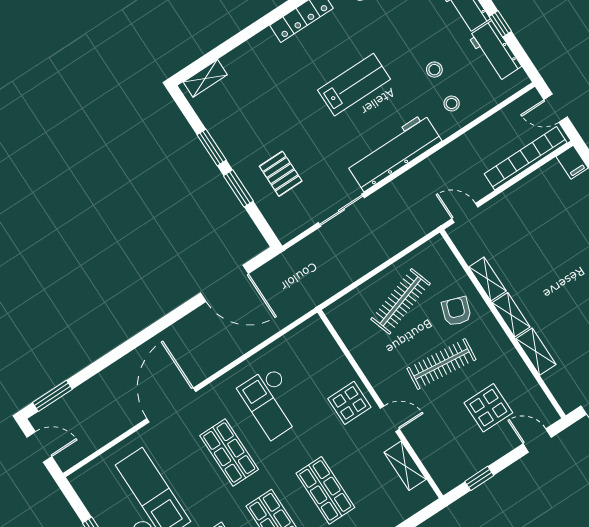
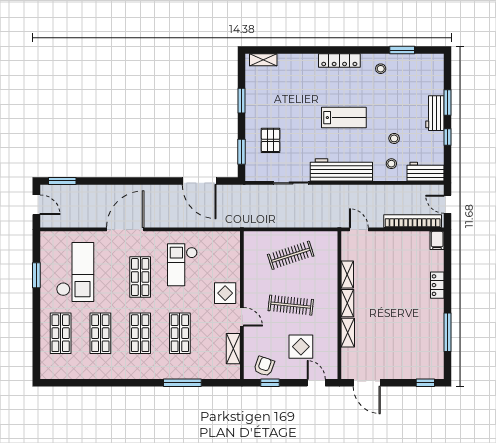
workbench: (495, 51) -> (426, 172), moved, turned 90
window: (238, 188) -> (242, 152), moved
armchair: (456, 311) -> (264, 366), moved

